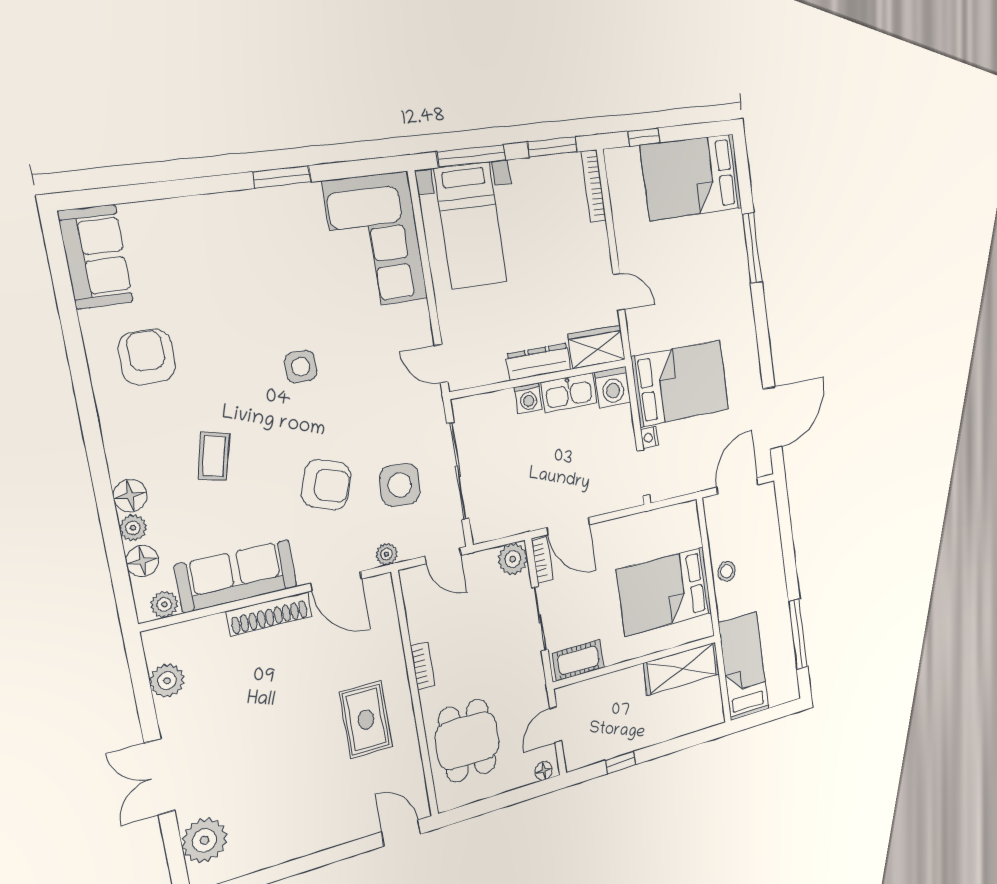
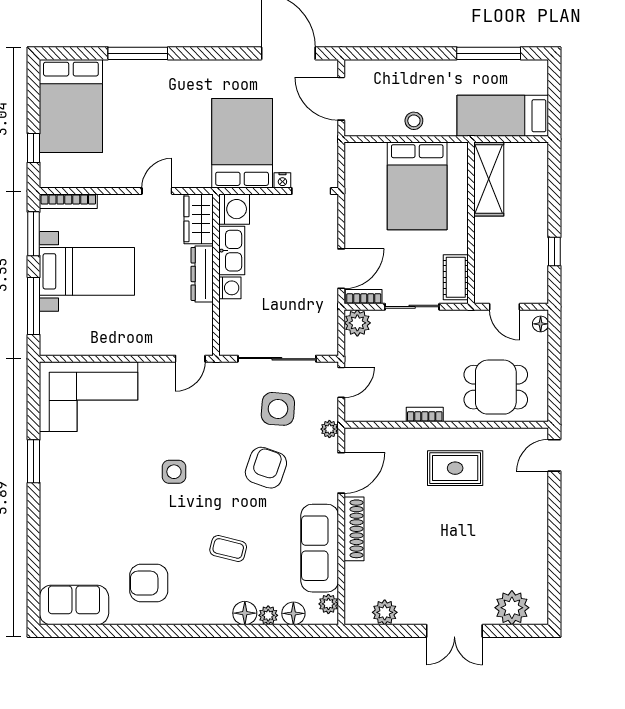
bed with nightstands: (471, 226) -> (87, 271), moved

